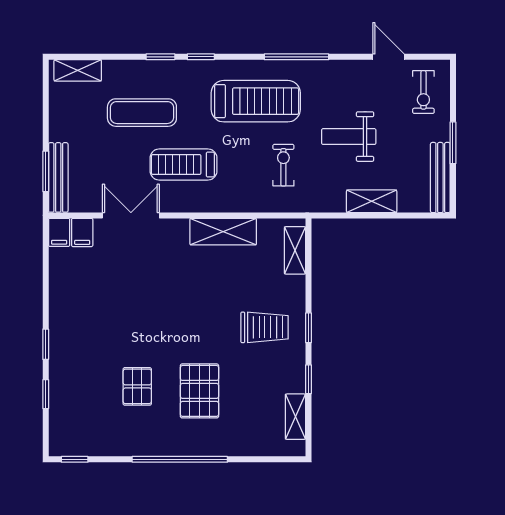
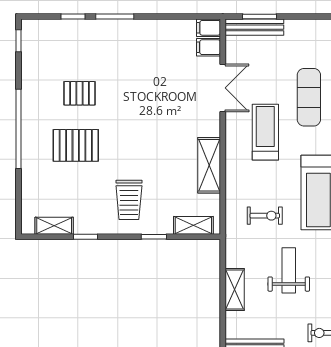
window: (309, 328) -> (154, 237), moved
window: (46, 344) -> (115, 17), width x1.50

